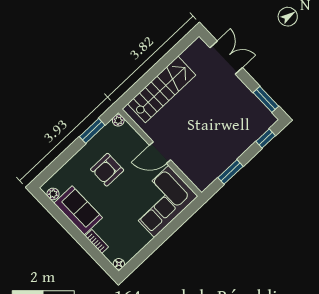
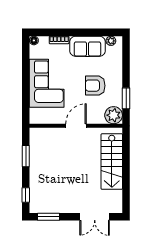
plant: (118, 120) -> (114, 115), width x1.88, depth x1.88
armchair: (107, 170) -> (95, 86), turned -90
corner sofa: (162, 201) -> (47, 83), moved

